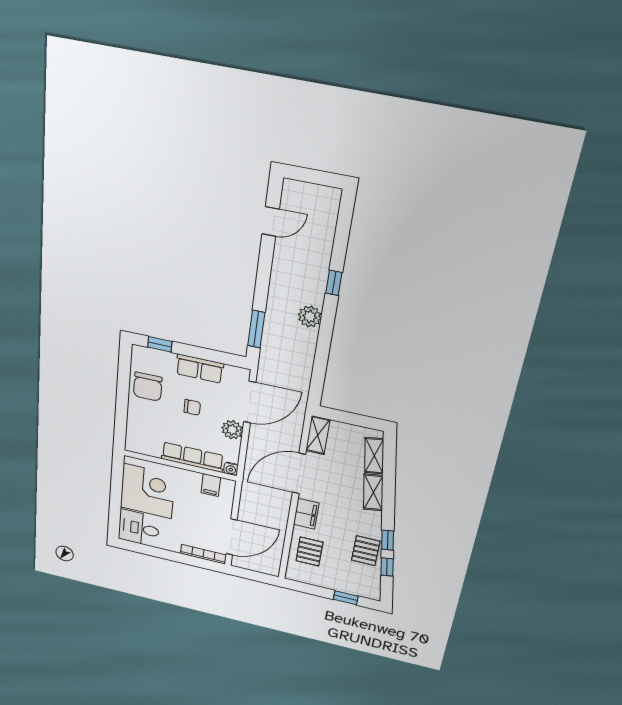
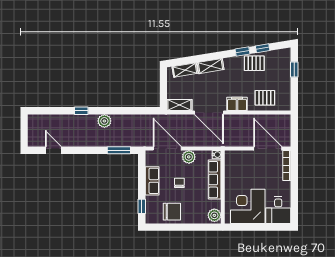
plant: (137, 444) -> (214, 215), added
filing cabinet: (211, 485) -> (232, 166), removed

